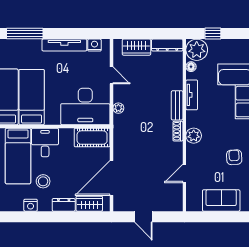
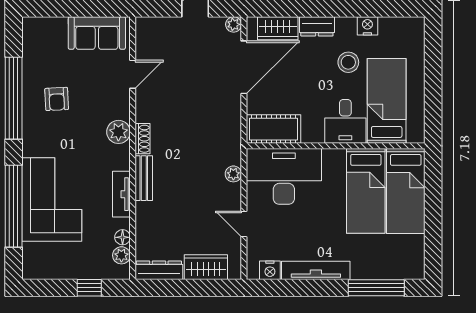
plant: (197, 50) -> (121, 255), width x0.53, depth x0.53
sofa: (221, 200) -> (97, 33), moved
plant: (118, 206) -> (234, 24), added

